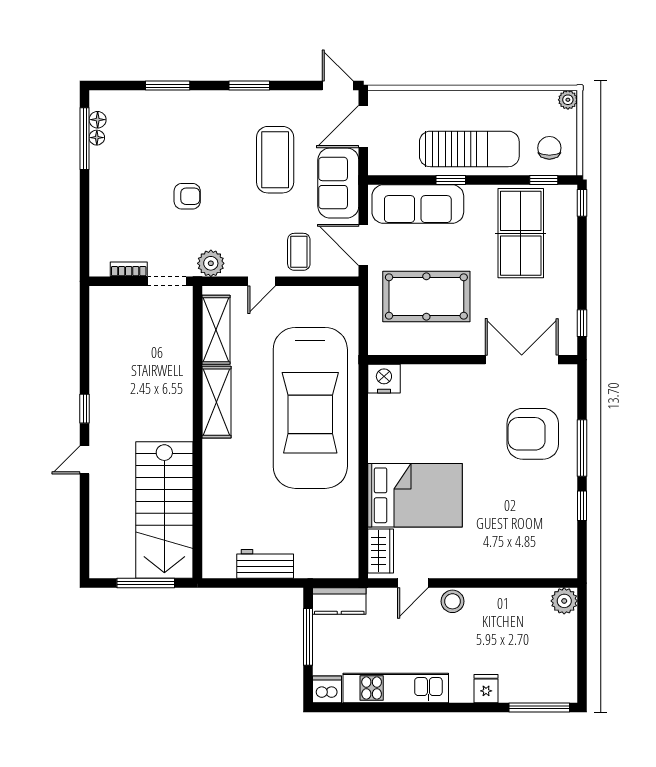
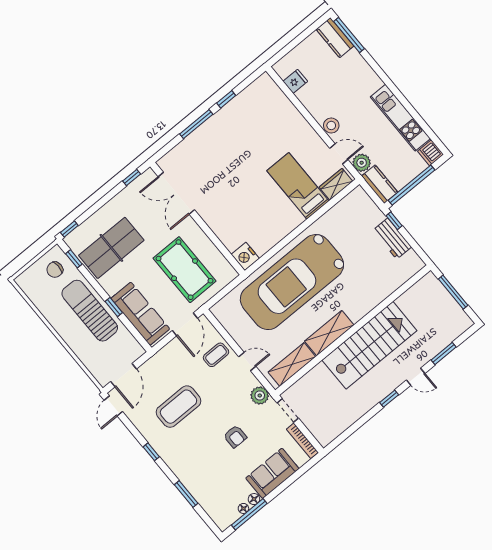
window: (249, 86) -> (151, 452), width x0.67
plant: (568, 100) -> (22, 281), removed
floor lamp: (98, 120) -> (254, 499), moved
door: (363, 127) -> (124, 375), hinge flipped
sofa: (338, 183) -> (272, 473), moved, turned 180
armchair: (187, 196) -> (235, 436), turned 180
bookcase: (129, 269) -> (302, 441), width x1.56
car: (310, 408) -> (292, 282), turned 180
armchair: (533, 434) -> (210, 156), removed
bed: (415, 495) -> (298, 186), width x0.67
stairs: (164, 510) -> (369, 345), moved
window: (85, 514) -> (444, 353), added
window: (284, 583) -> (394, 221), added
plant: (564, 601) -> (362, 163), moved
window: (308, 637) -> (412, 185), width x1.46
fridge: (486, 689) -> (295, 81), moved, turned 180
kitchen counter: (550, 689) -> (335, 38), added

